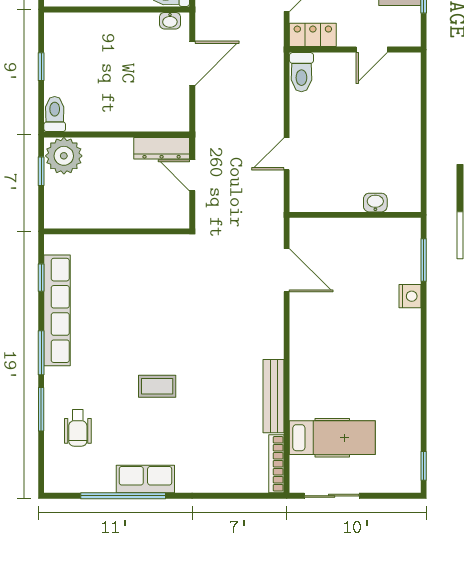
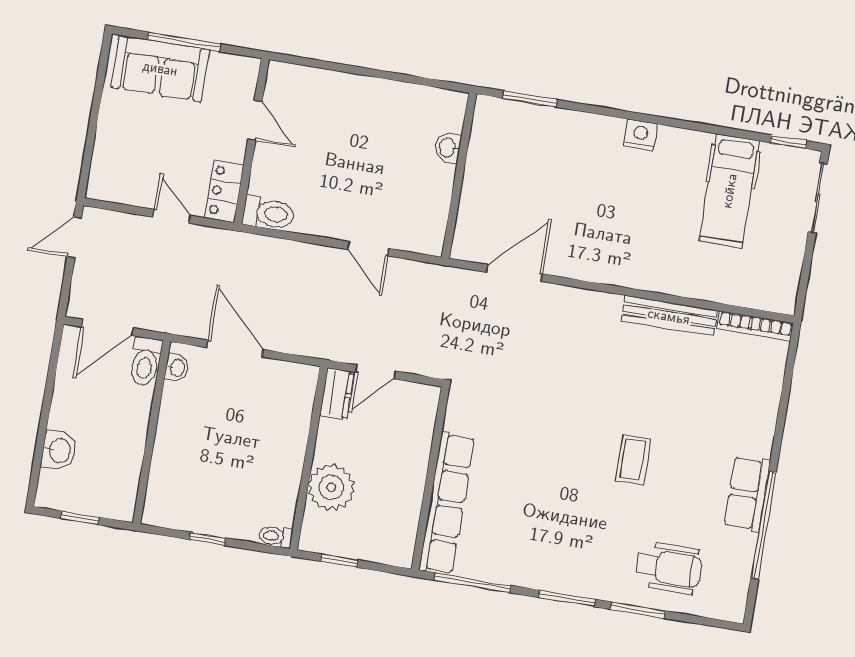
toilet: (55, 114) -> (276, 536), width x0.73, depth x0.72
dresser: (162, 148) -> (337, 394), width x0.70
plant: (64, 156) -> (331, 487), moved
window: (41, 278) -> (473, 583), width x2.17
nightstand: (410, 296) -> (640, 135), moved
row of seats: (57, 310) -> (447, 503), moved, turned 90
wheelchair: (78, 428) -> (669, 568), width x1.36, depth x1.37
hospital bed: (332, 438) -> (729, 191), moved, turned 180
sliding door: (332, 496) -> (818, 198), moved

